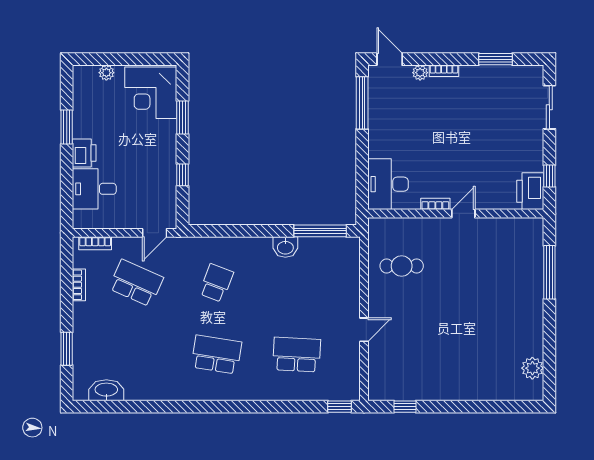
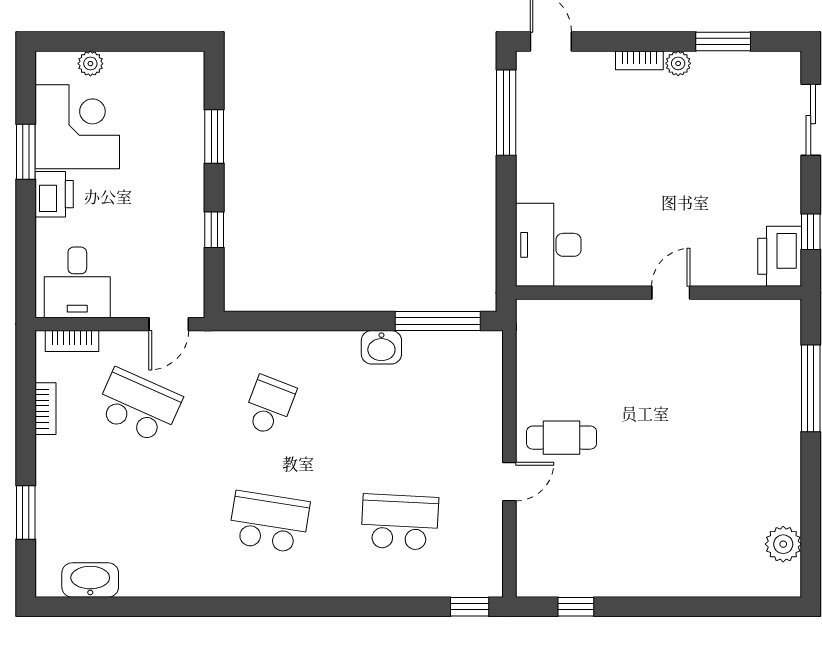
plant: (420, 73) -> (678, 63), moved
corner desk: (151, 93) -> (77, 127), moved, turned 180
desk: (94, 189) -> (77, 282), moved, turned -90
bookcase: (435, 204) -> (625, 277), removed
cafe table: (402, 266) -> (562, 438), moved

